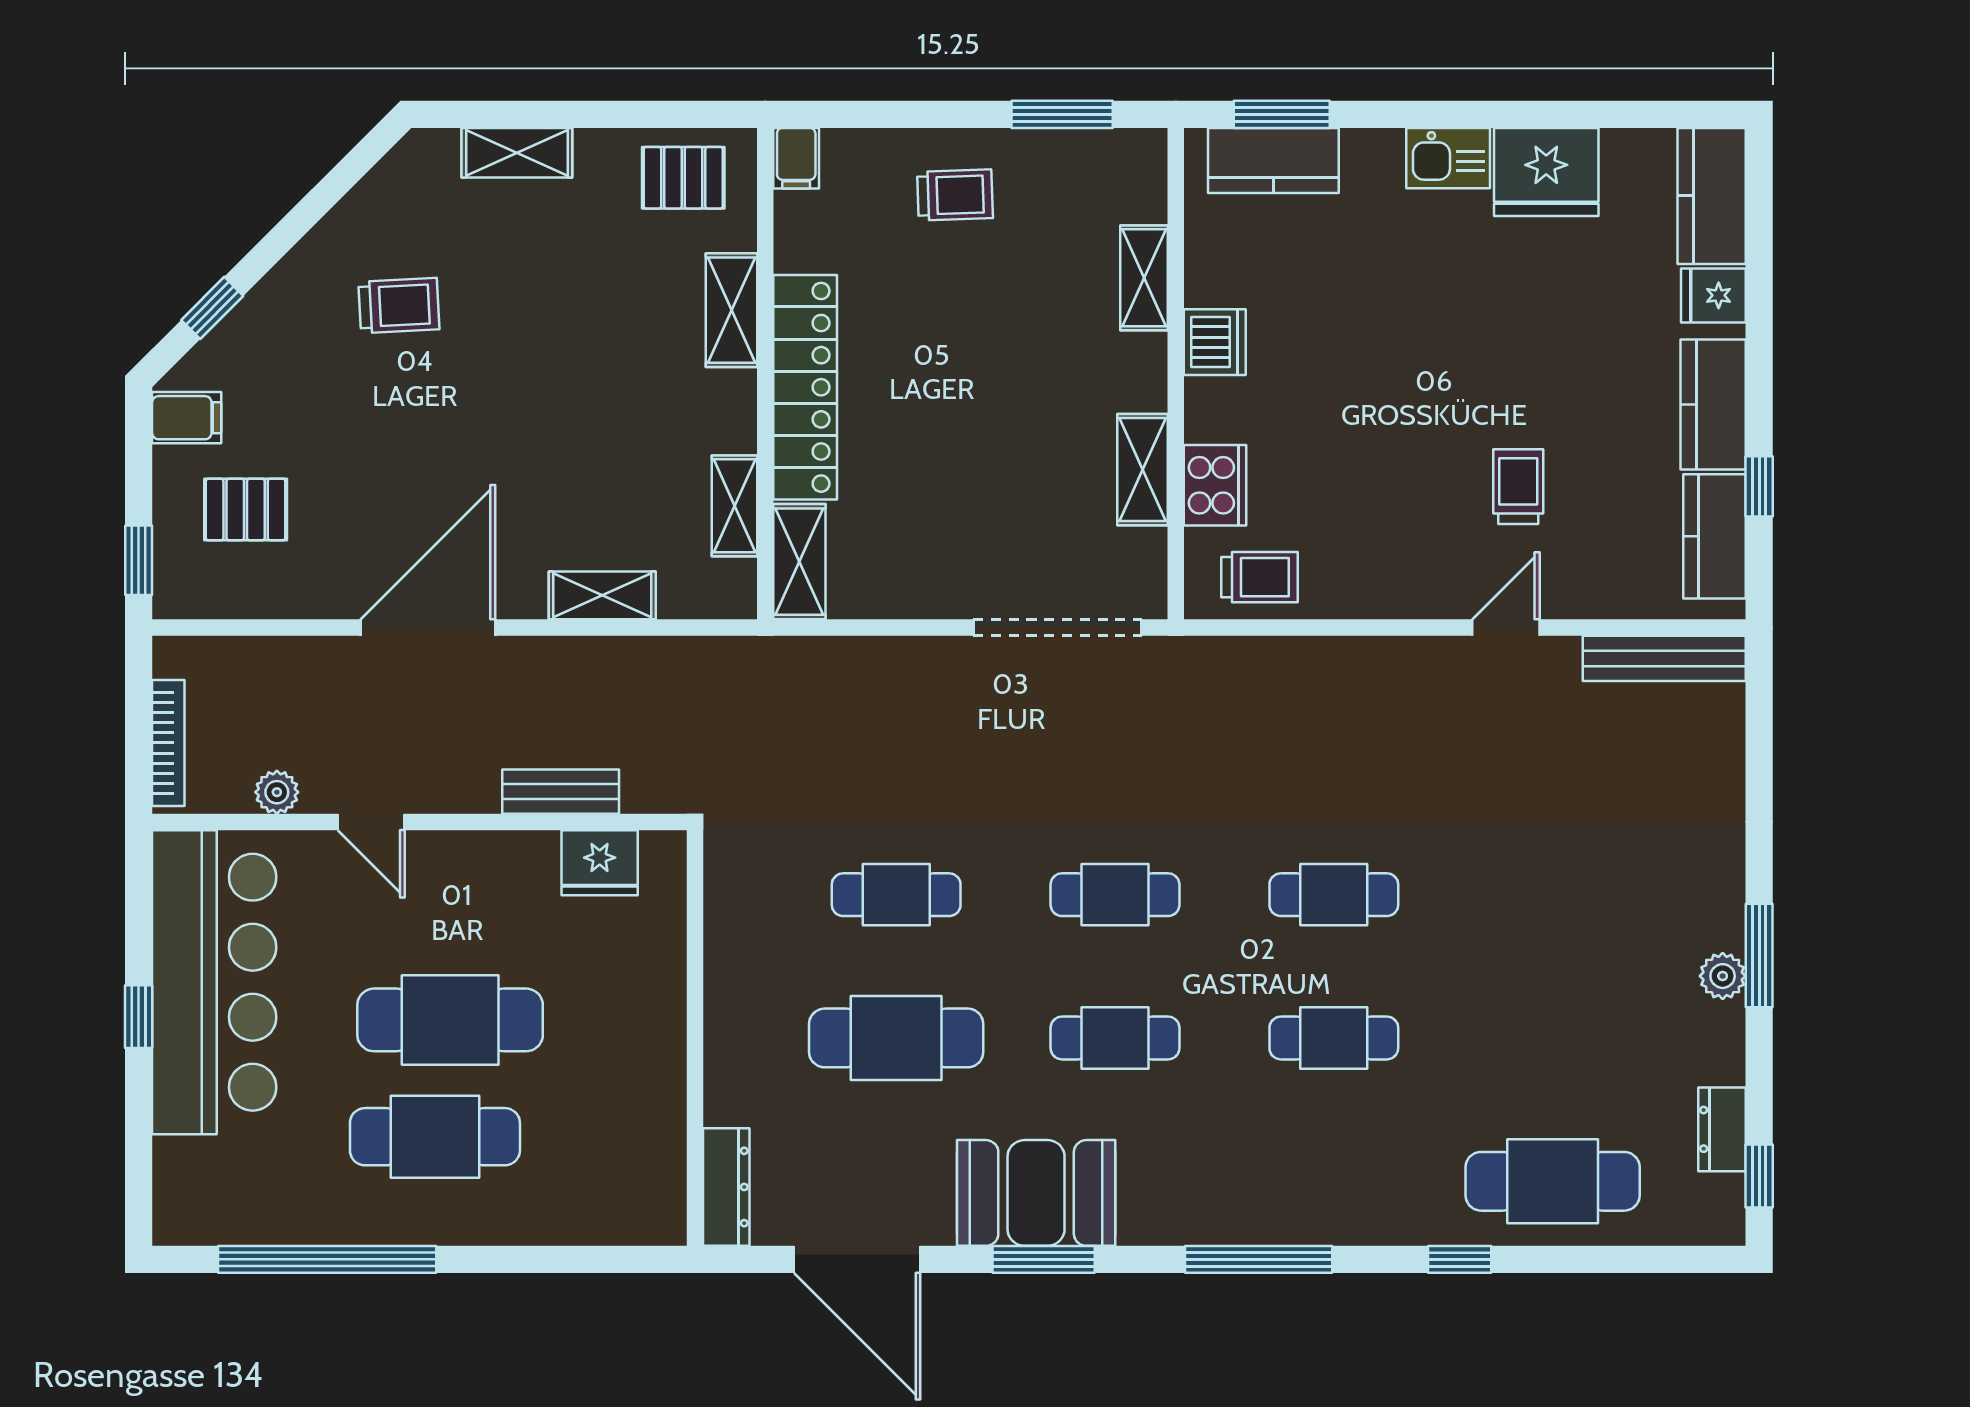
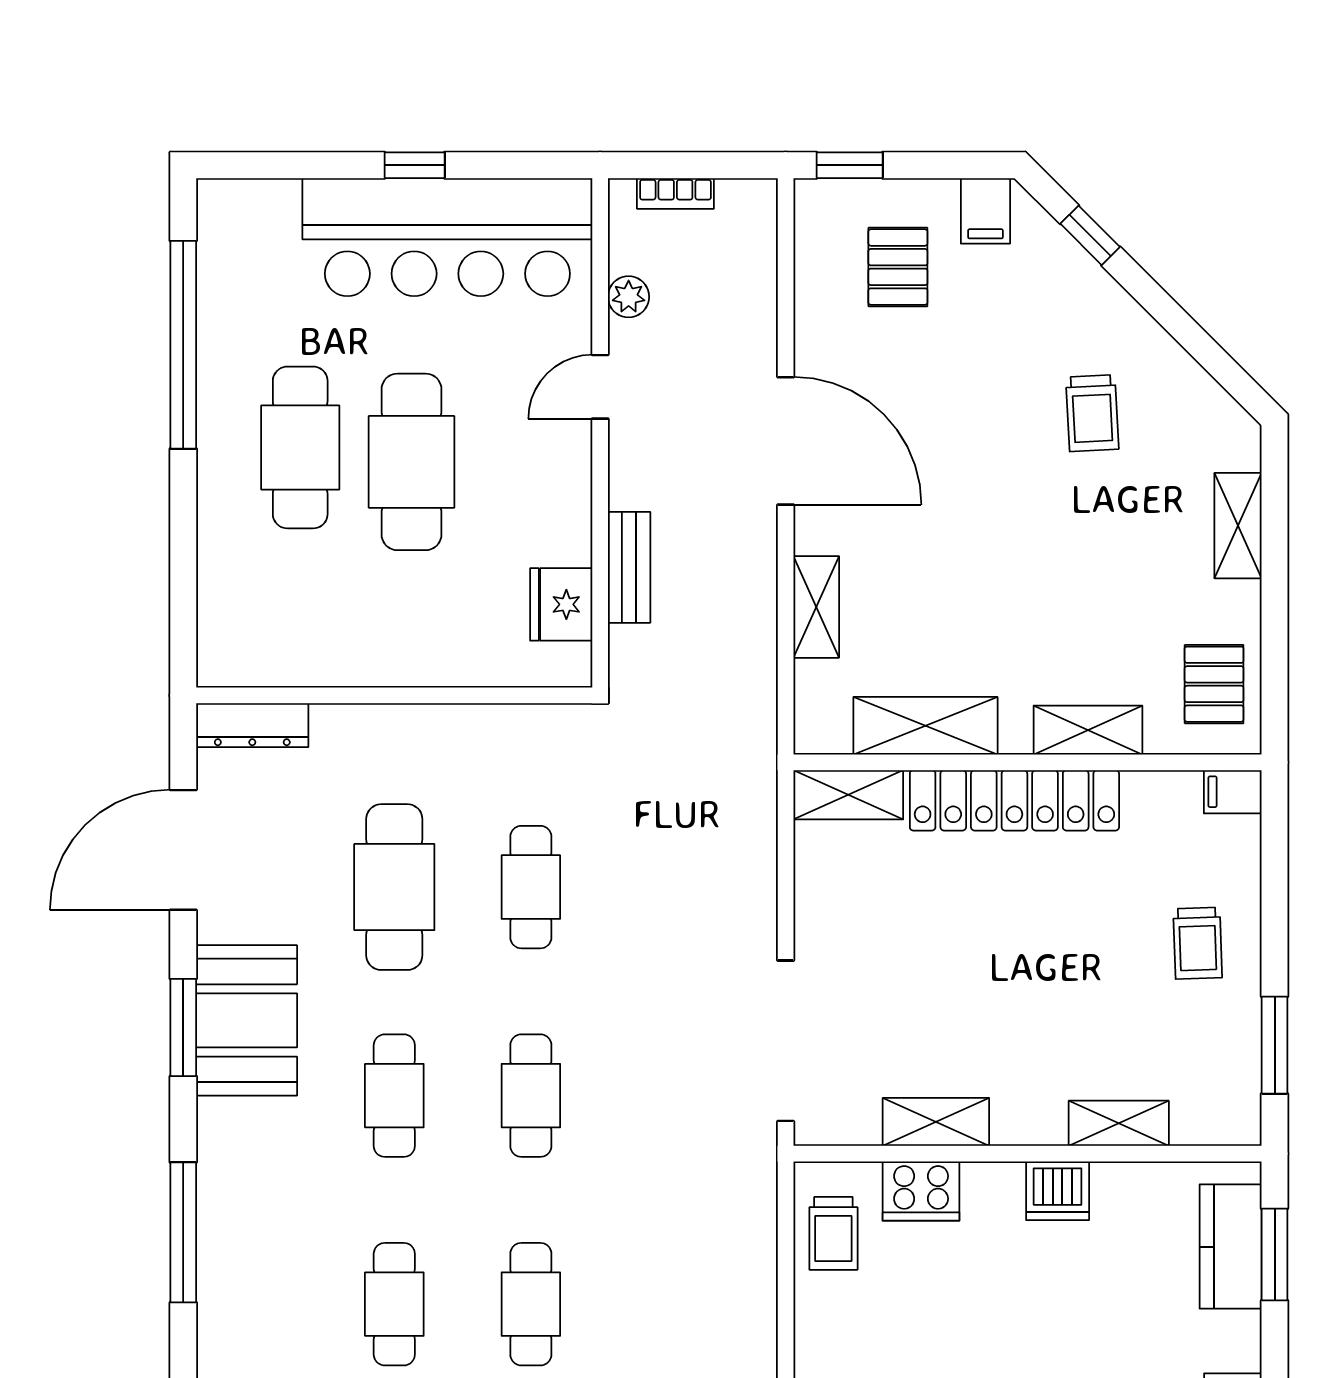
shelving: (734, 506) -> (925, 726), width x1.50, depth x1.33
bookcase: (168, 743) -> (675, 193), width x0.64

